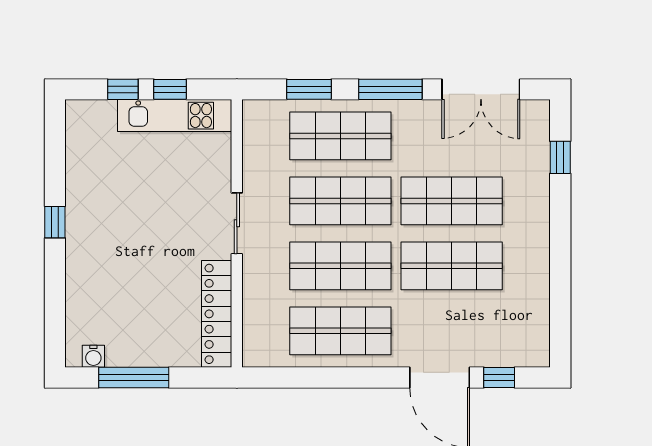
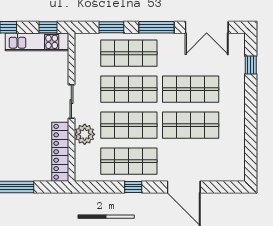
window: (170, 89) -> (48, 27), moved
plant: (260, 282) -> (85, 134), added
window: (499, 377) -> (133, 187), moved

